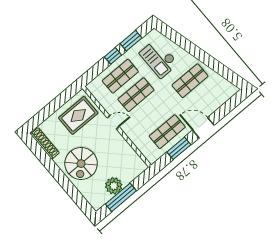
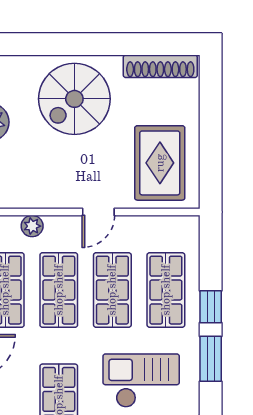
shop shelf: (152, 113) -> (59, 290), added
plant: (137, 141) -> (32, 226), added
spiral stairs: (81, 164) -> (74, 99), turned -90

